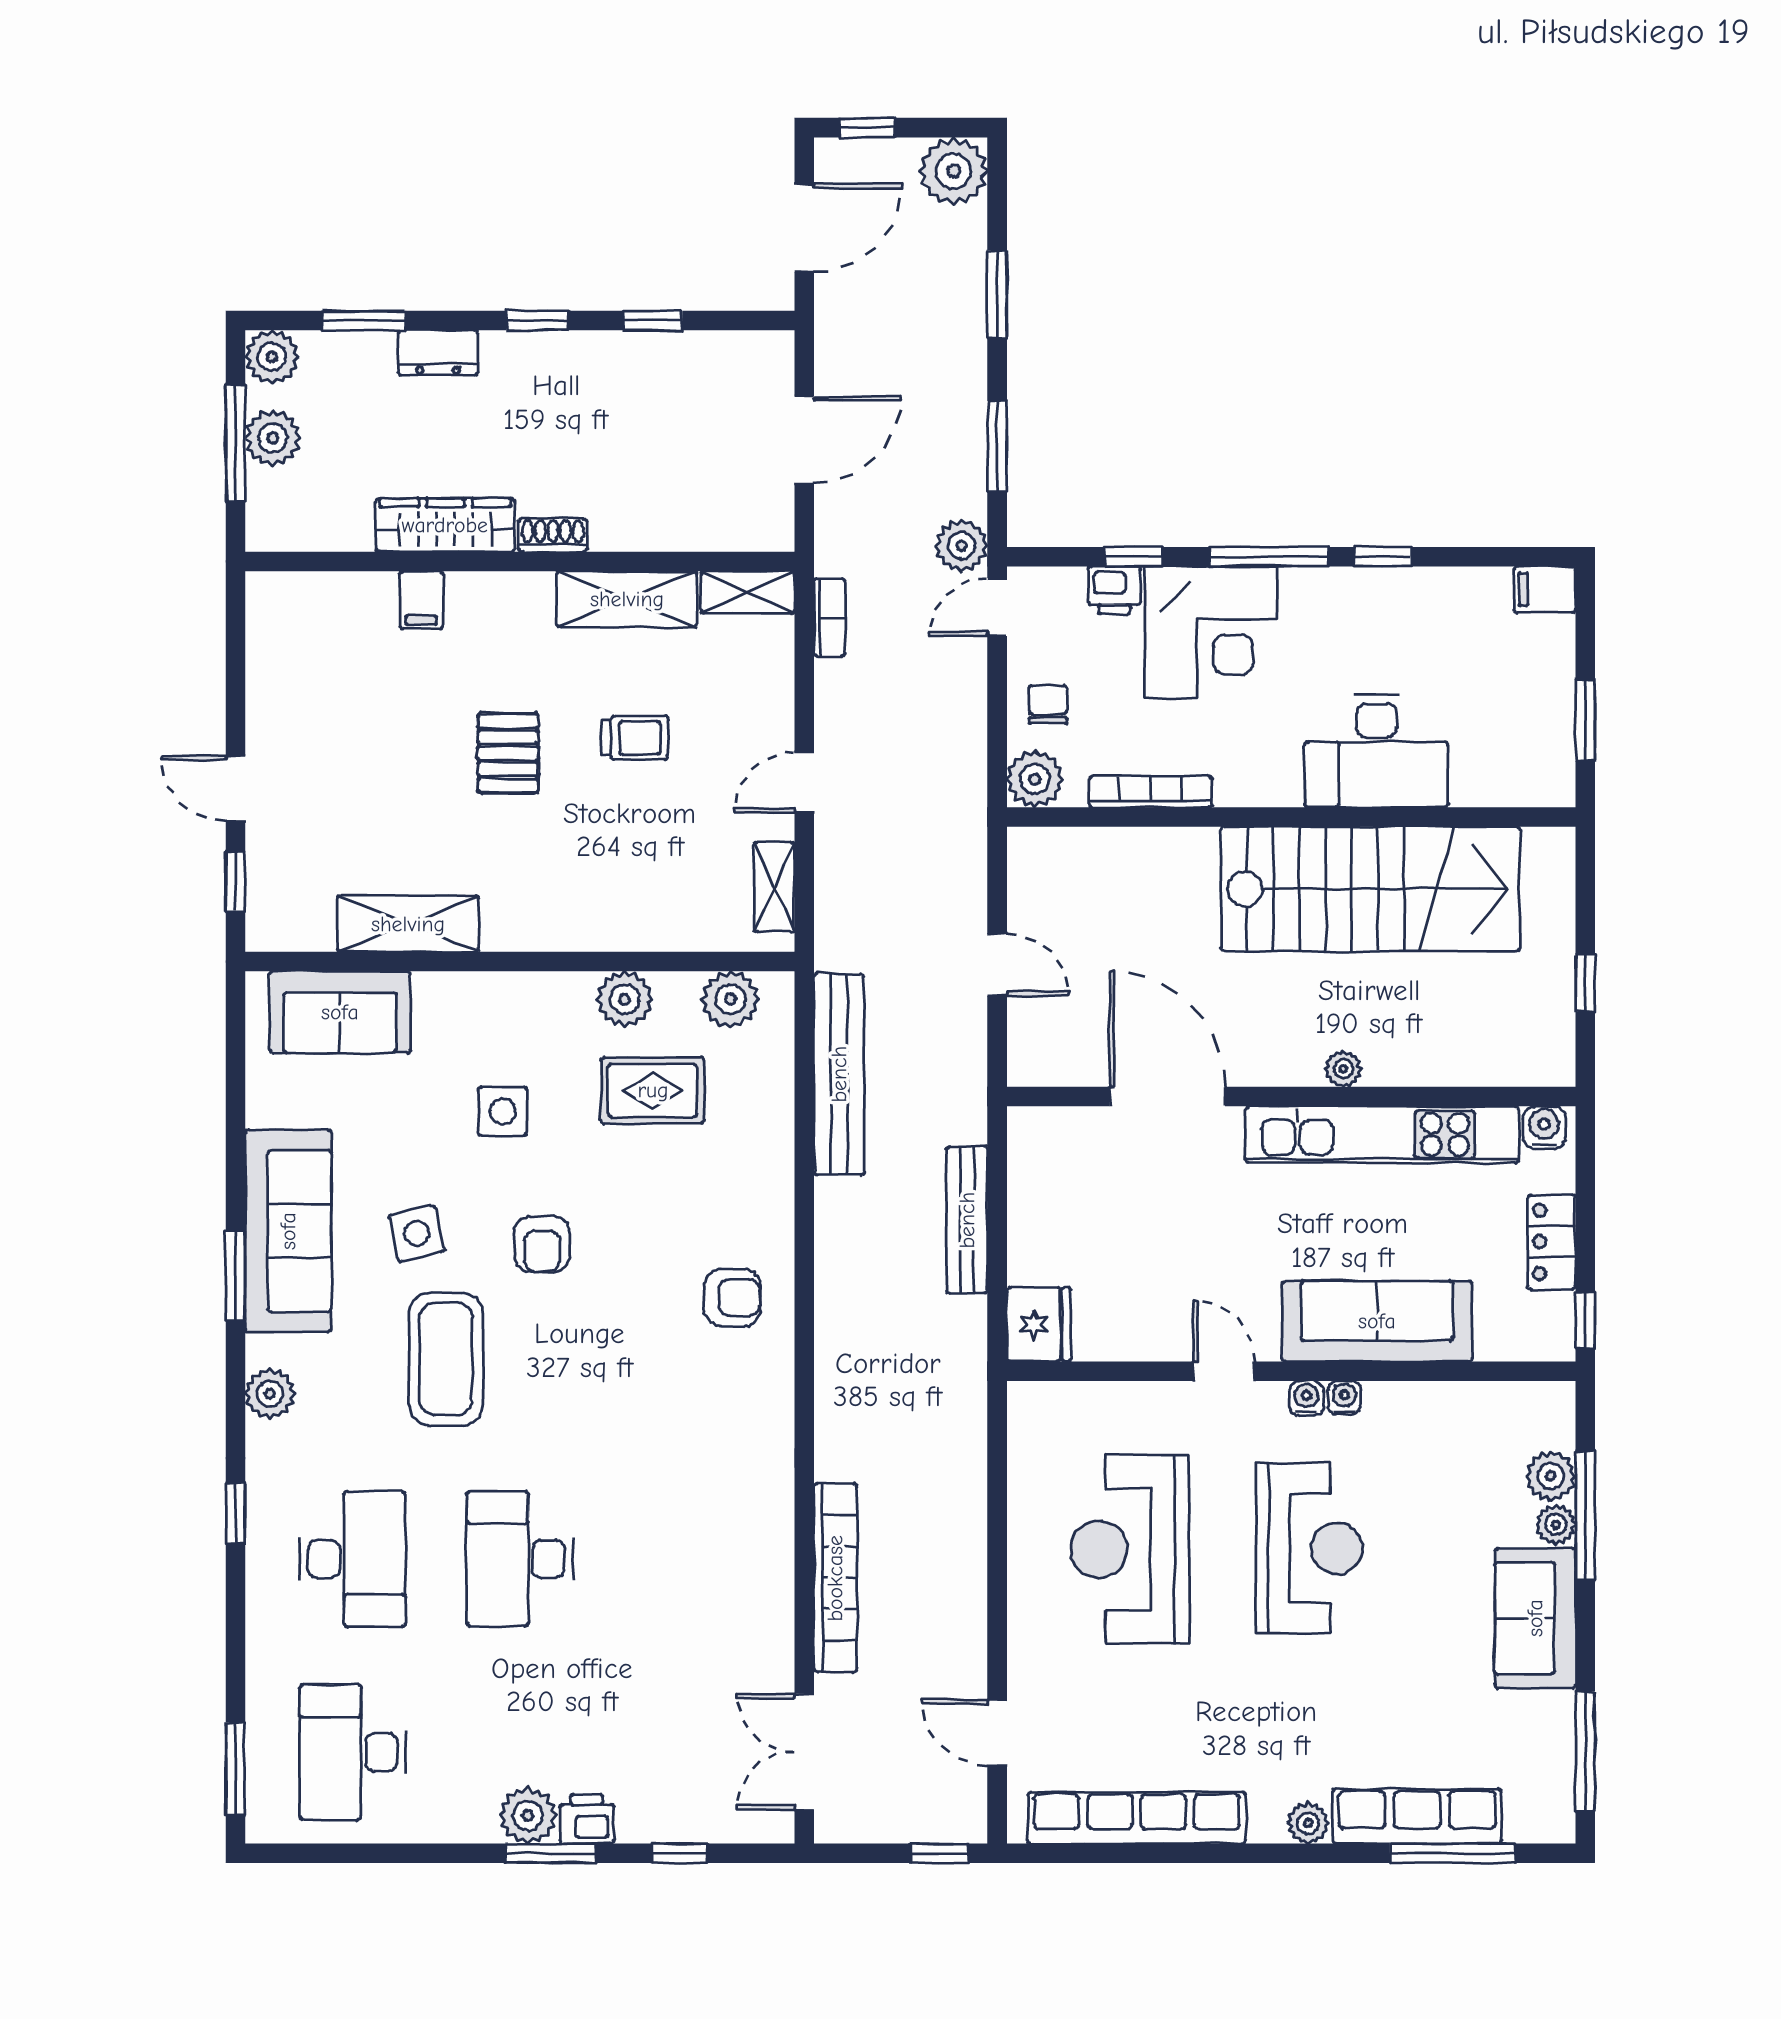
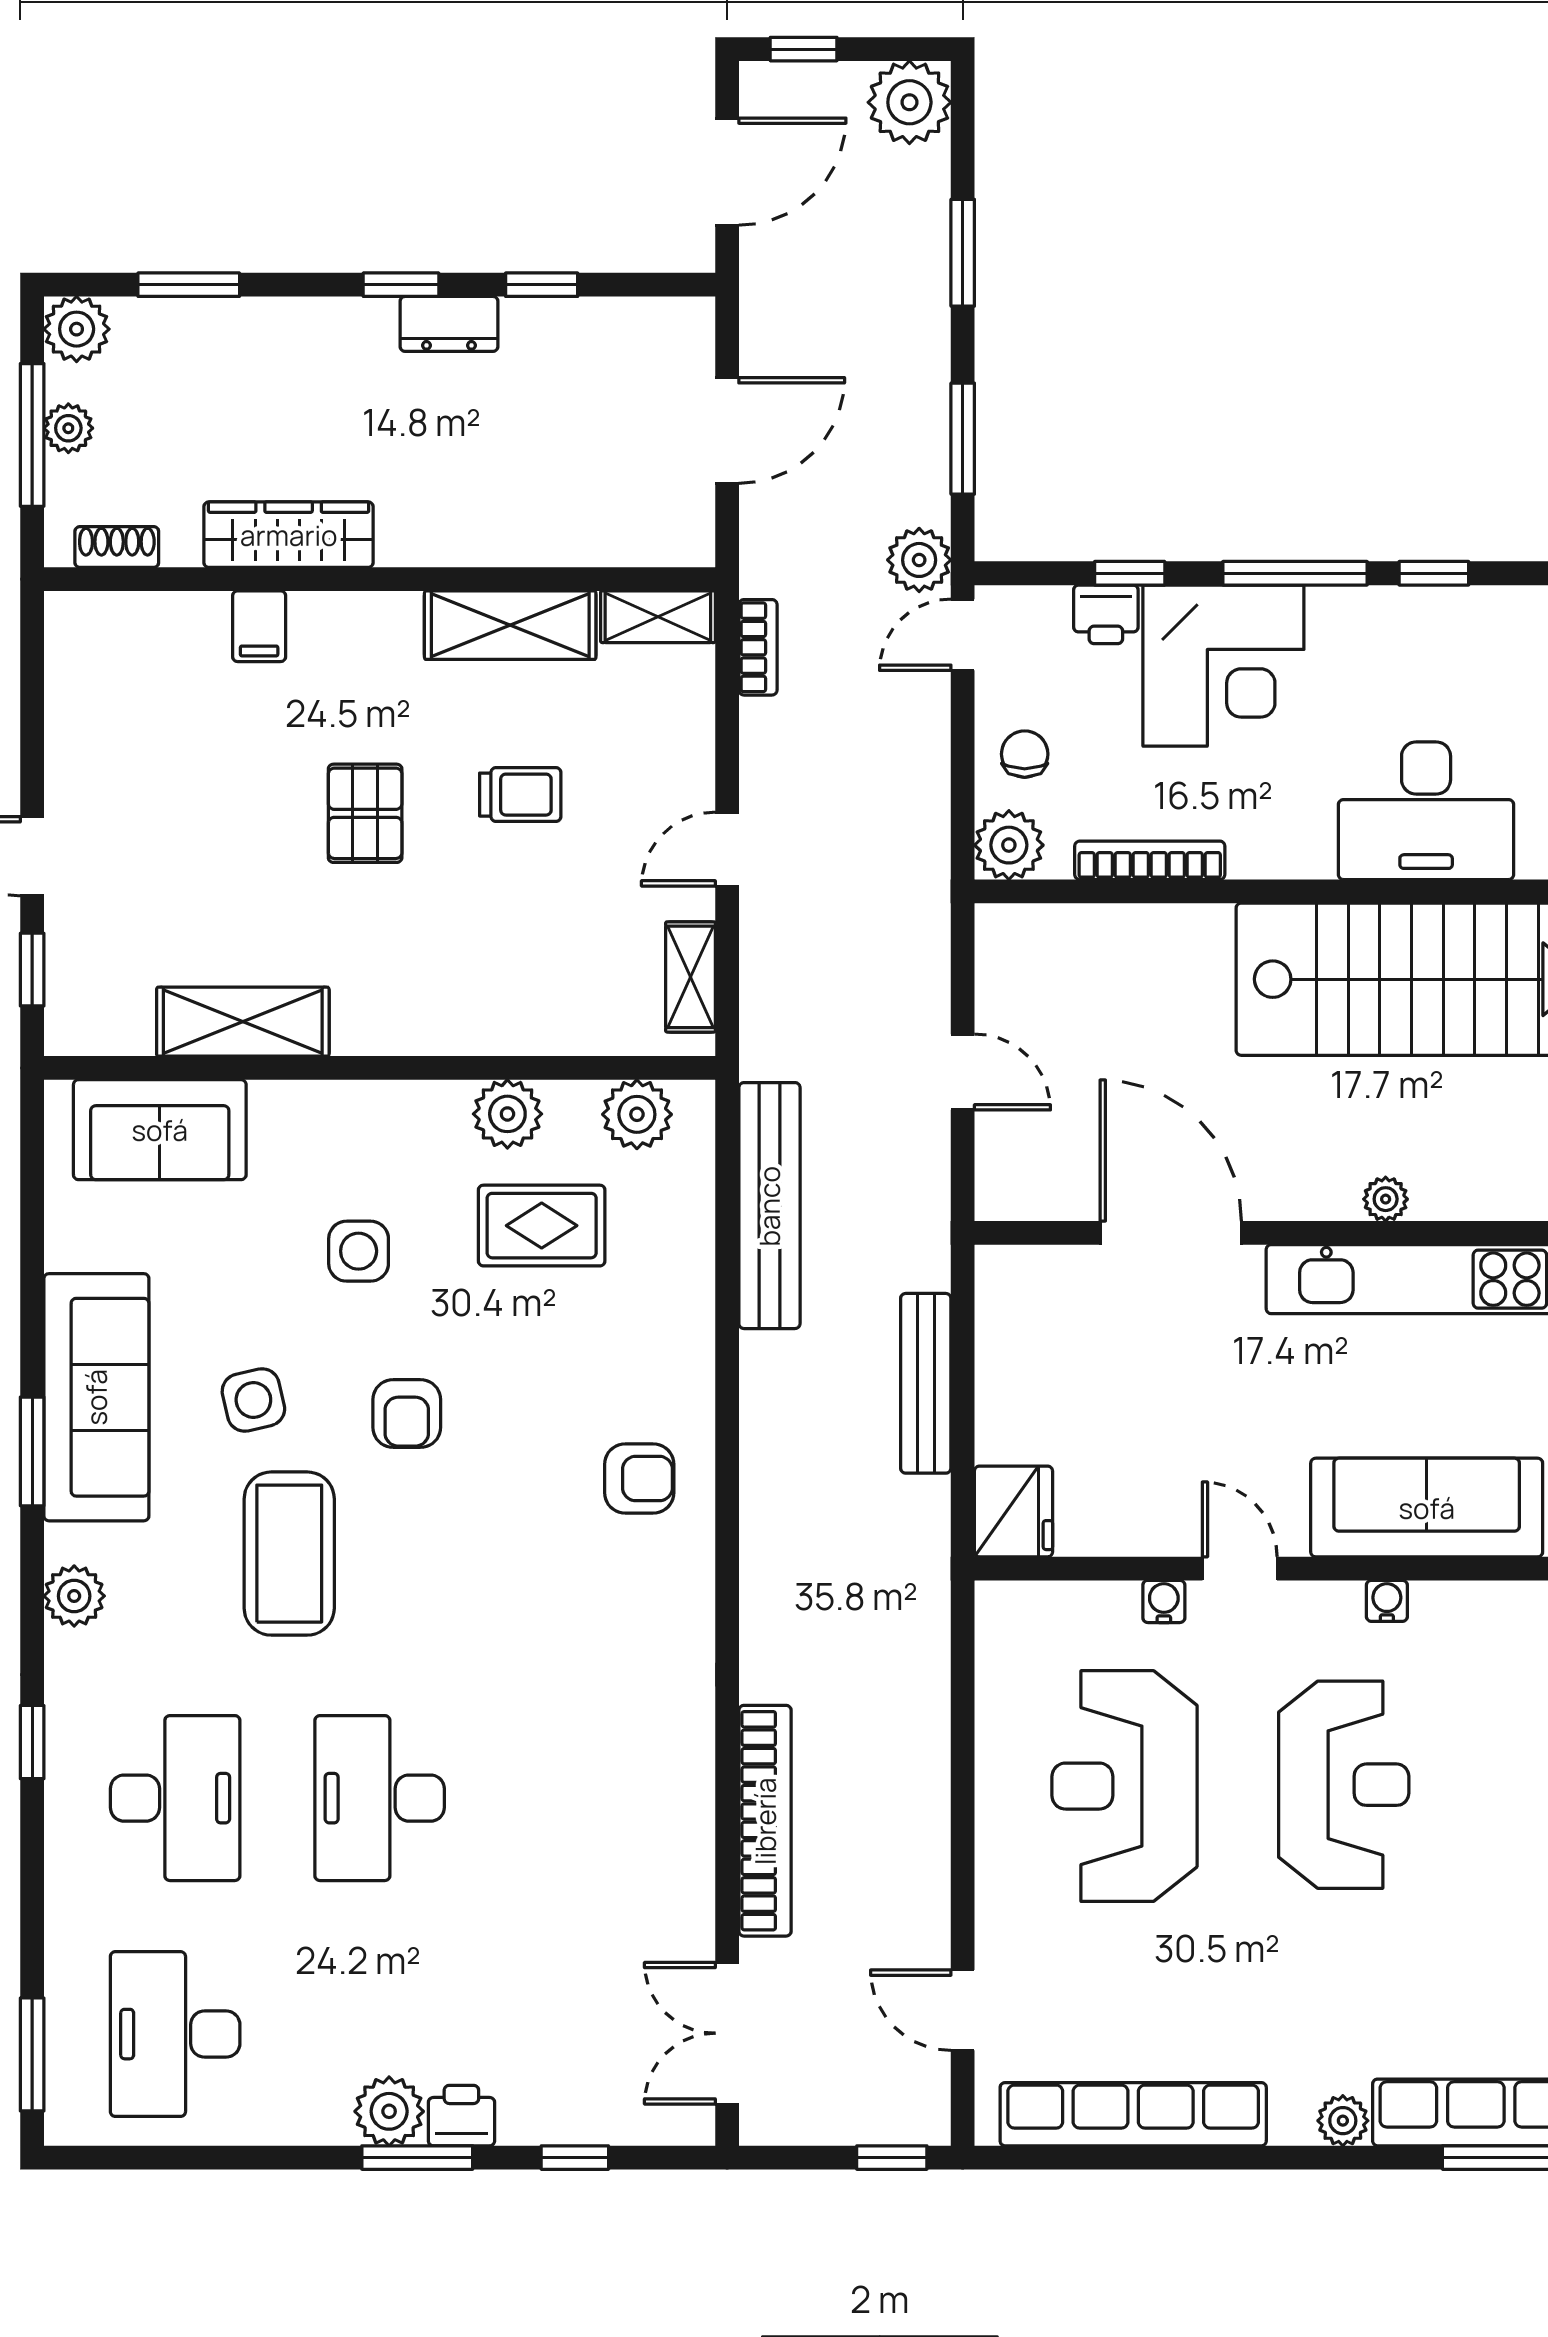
dresser: (438, 353) -> (449, 324), moved
plant: (273, 438) -> (68, 428), width x0.73, depth x0.73
shoe rack: (553, 535) -> (117, 547), moved
water cooler: (1306, 1398) -> (1164, 1601), moved

